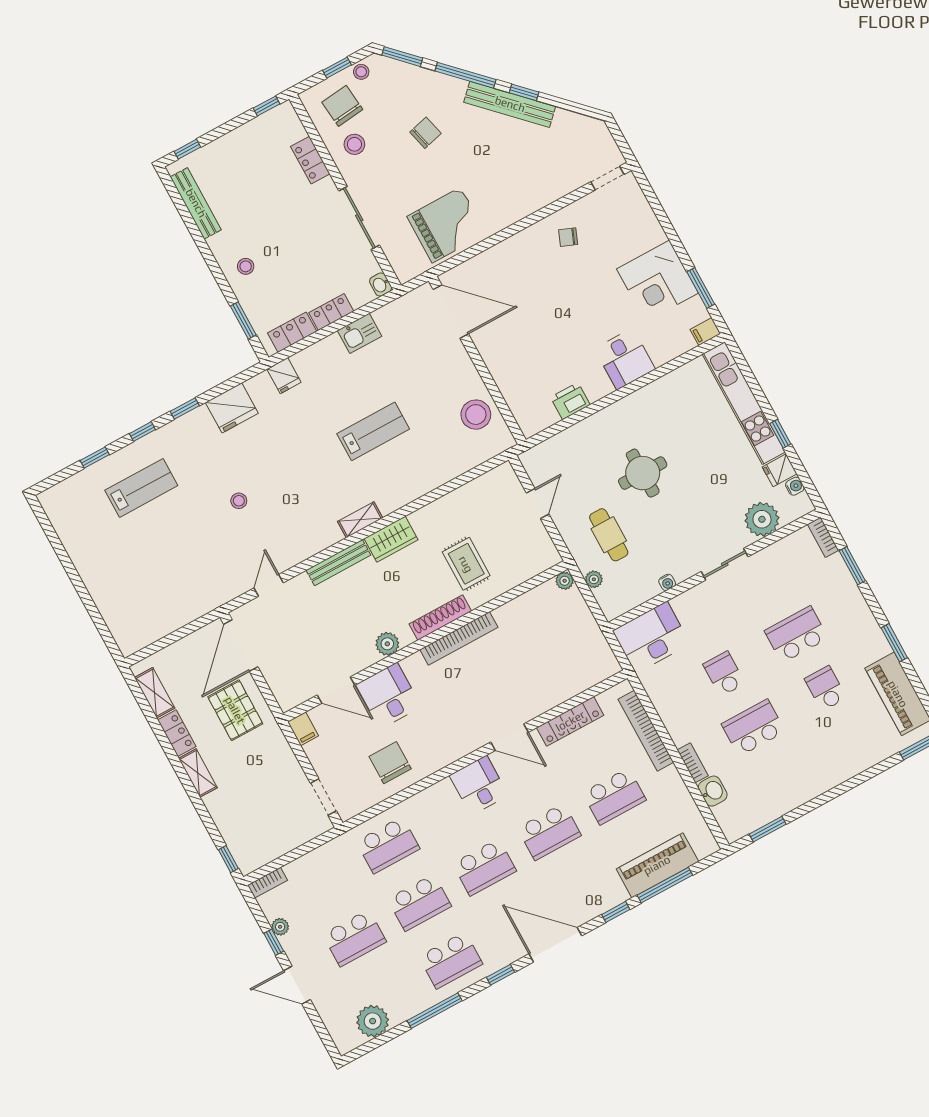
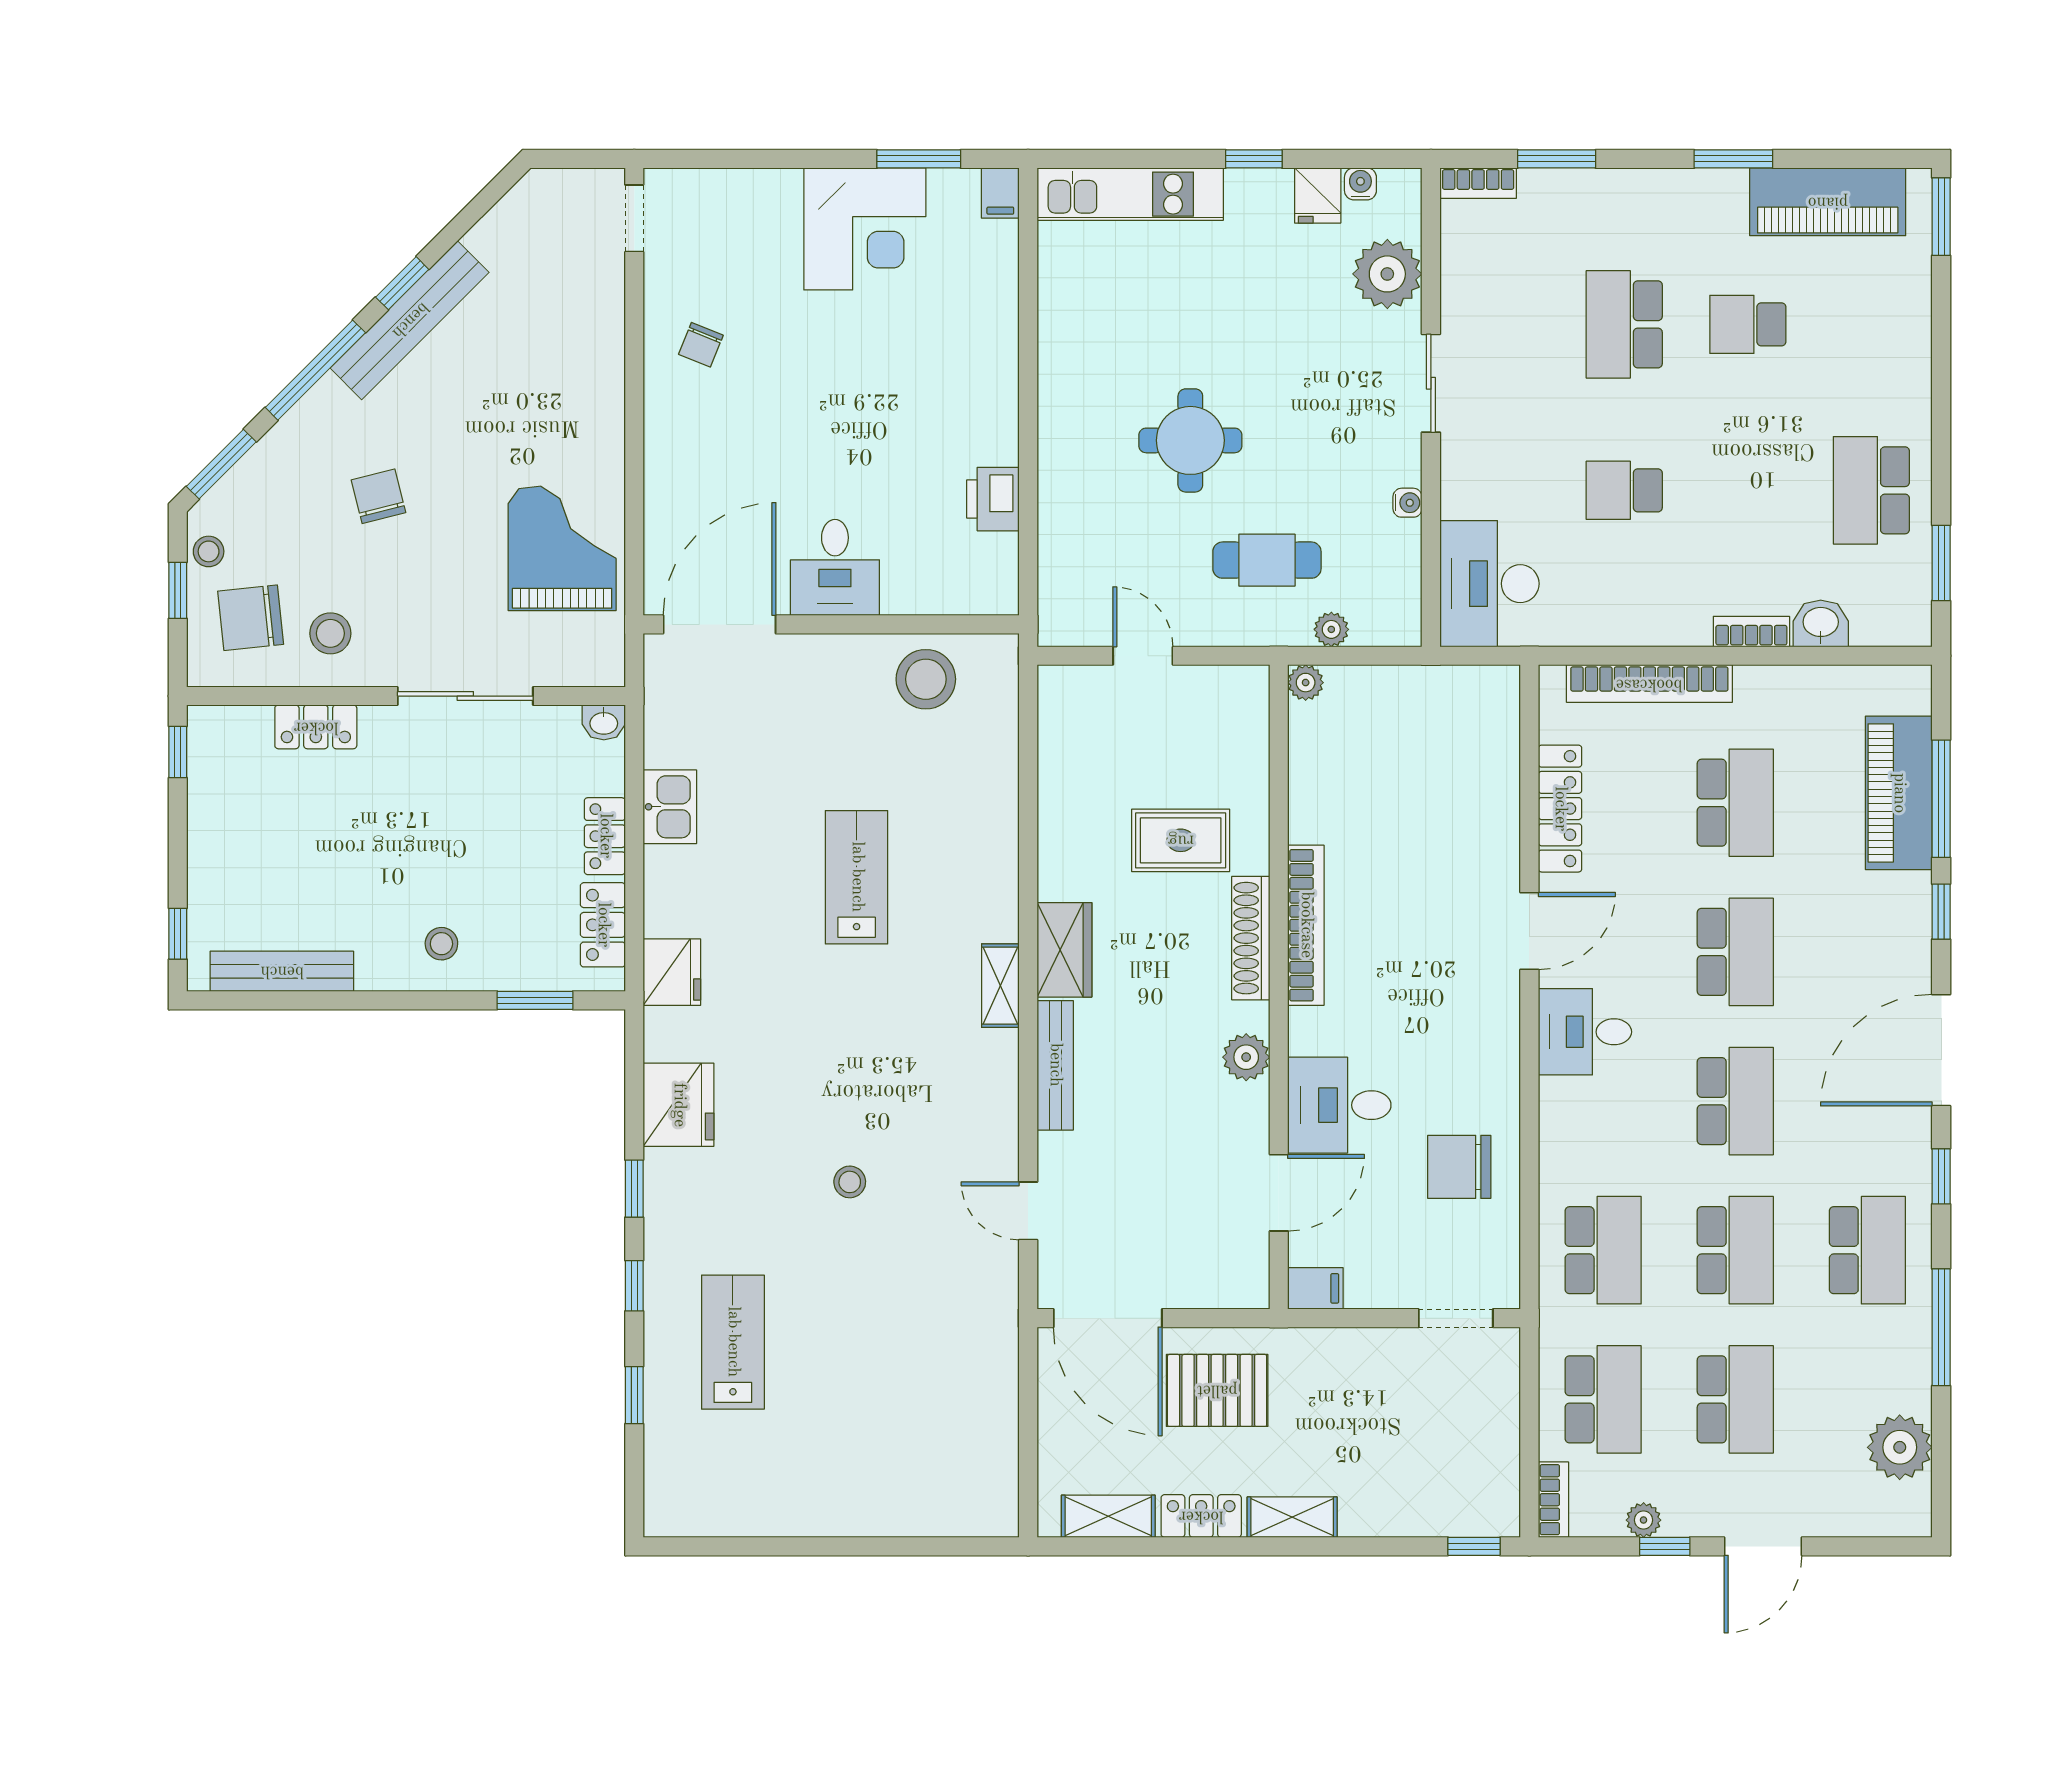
desk: (625, 359) -> (835, 567), moved, turned 90
fridge: (284, 376) -> (672, 972), width x1.38
kitchen unit: (744, 403) -> (1130, 194), width x0.73
school desk: (753, 728) -> (1871, 490), moved
school desk: (323, 881) -> (1603, 1399), added

